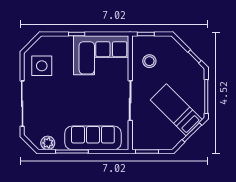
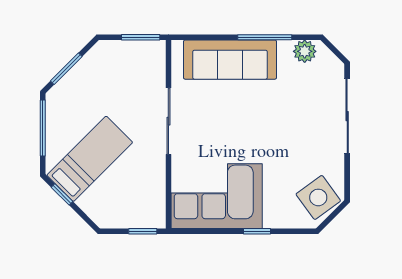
stool: (149, 61) -> (137, 187), removed
side table: (42, 66) -> (318, 197), moved, turned -36
bed: (176, 110) -> (90, 159), moved, turned -90

